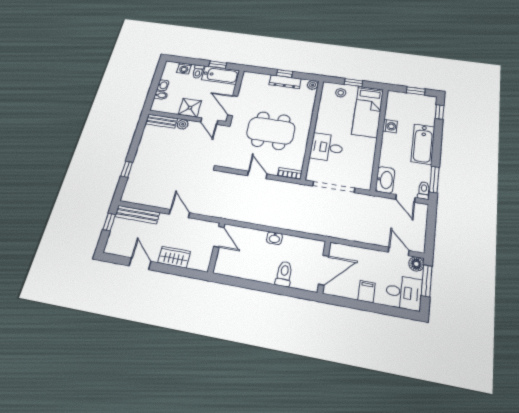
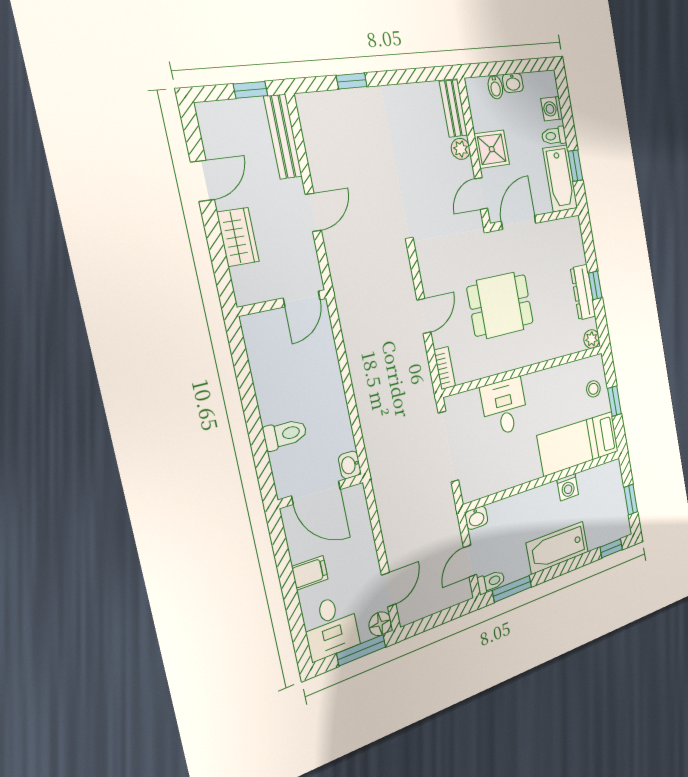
dining table: (271, 131) -> (500, 305), width x0.73
washbasin: (385, 180) -> (476, 518), width x0.52, depth x0.69
washbasin: (274, 238) -> (350, 465), moved

